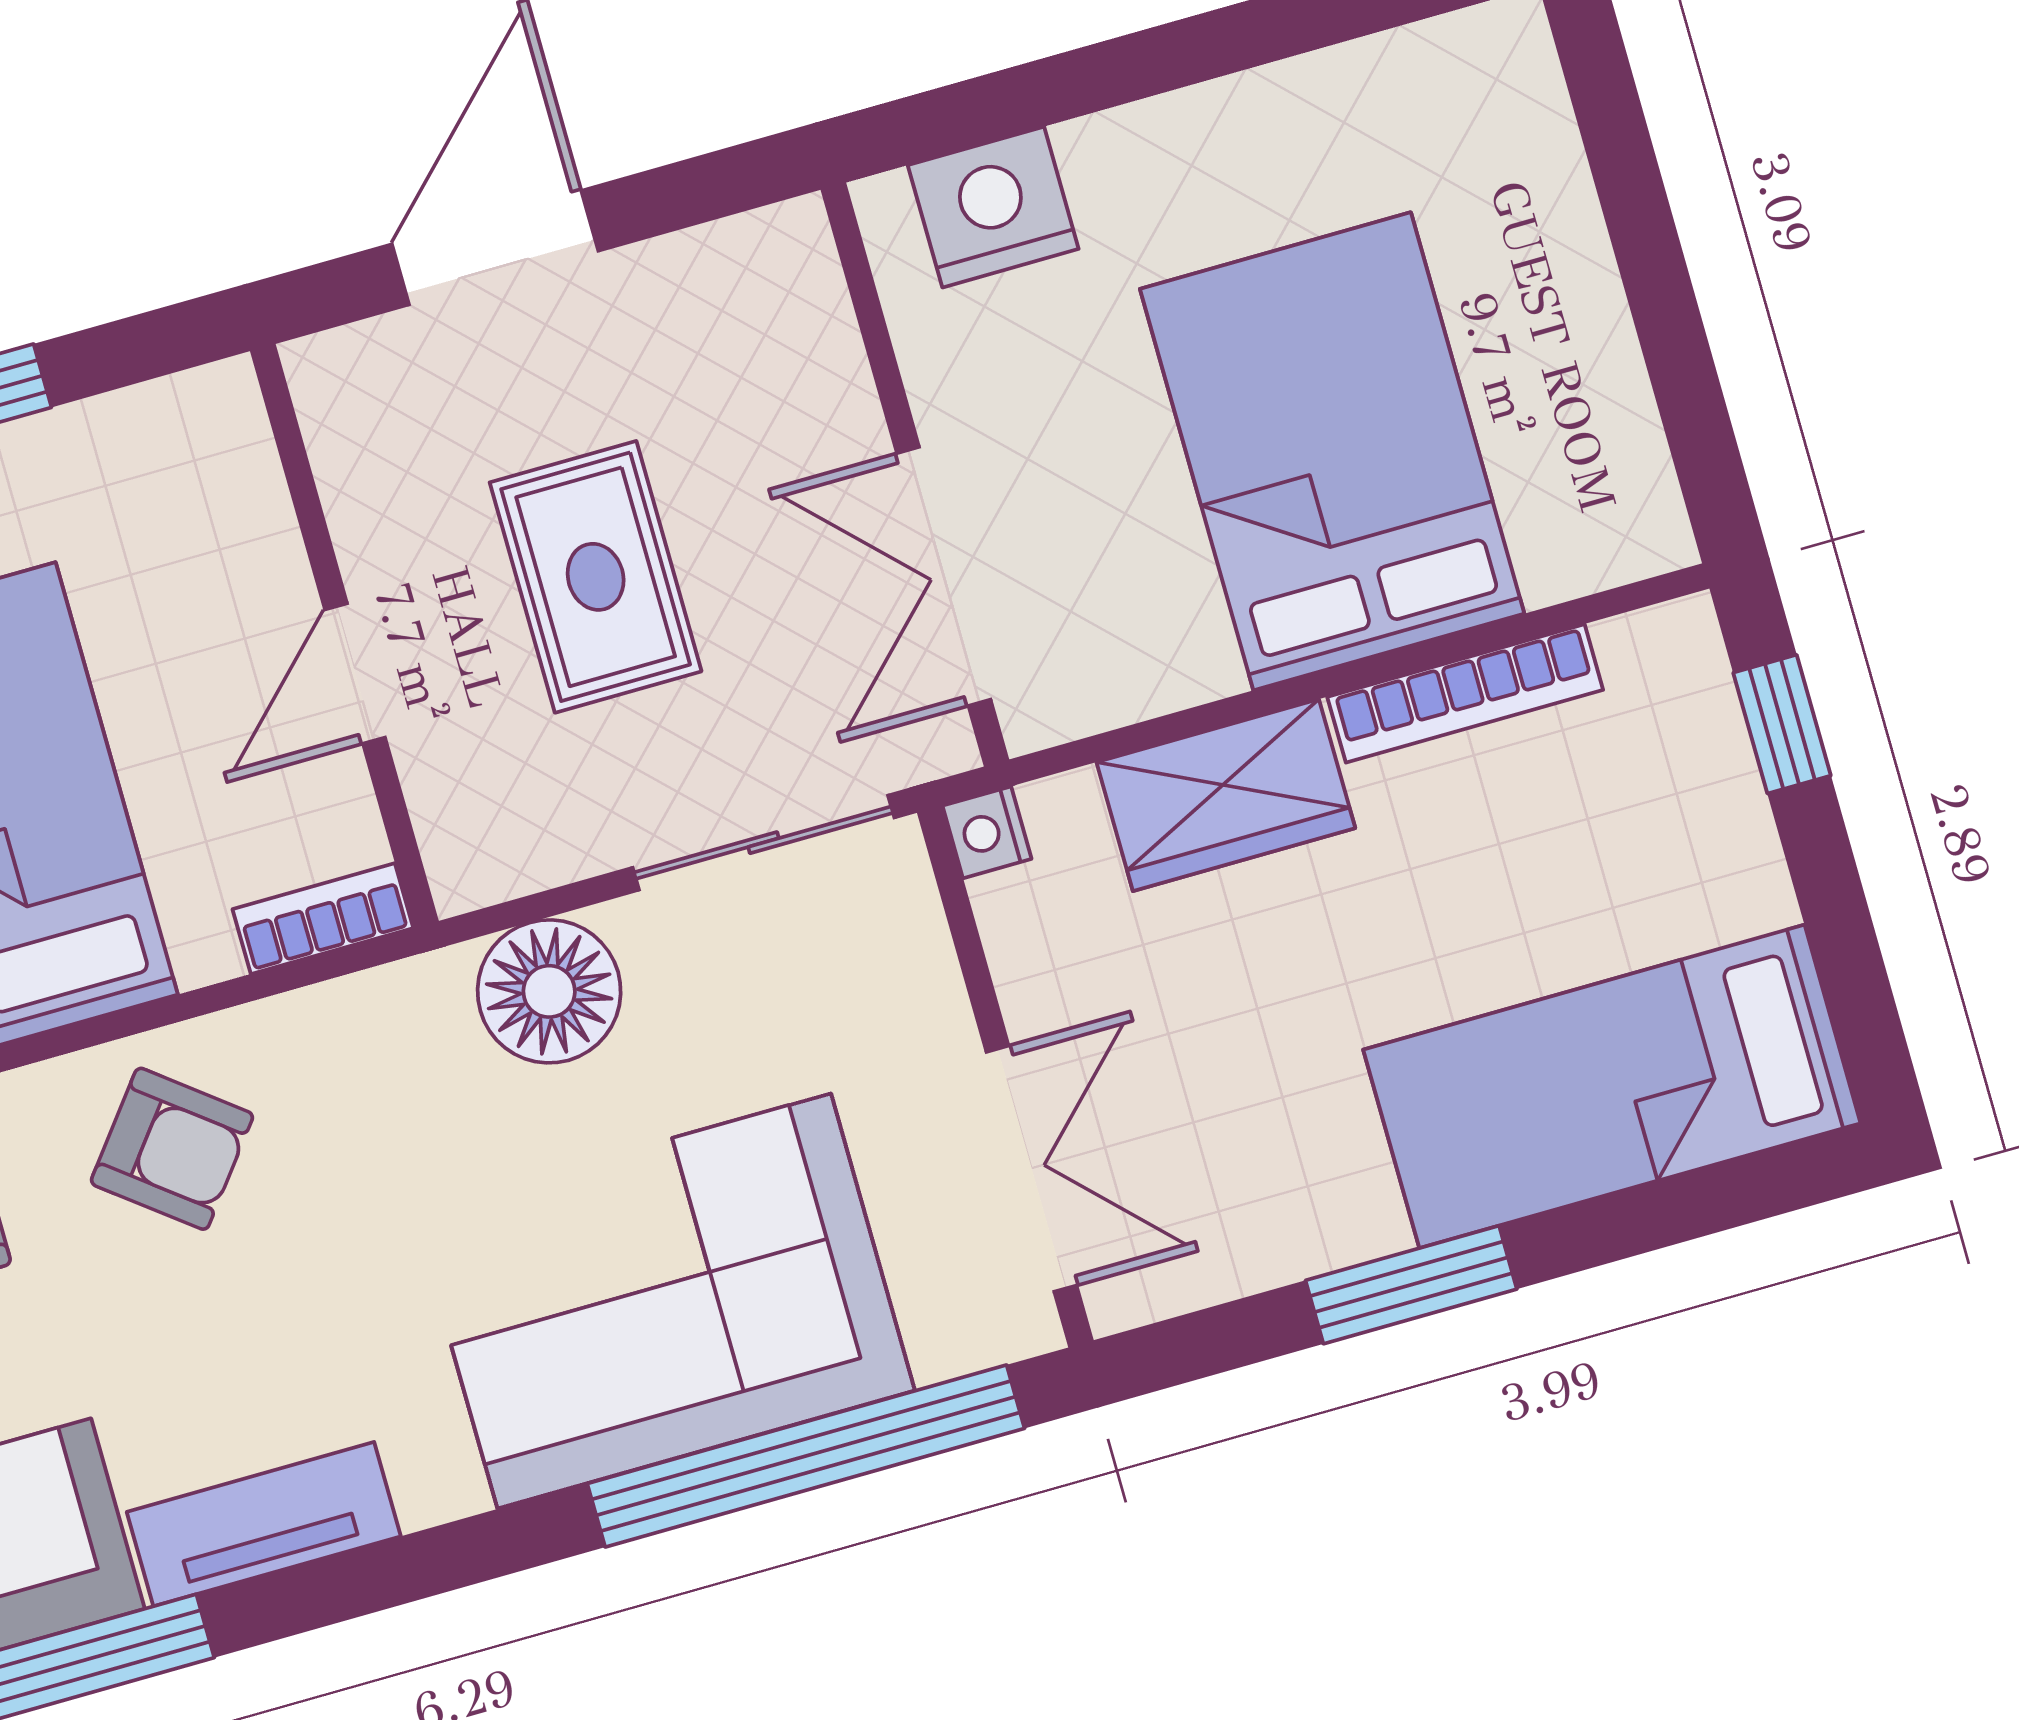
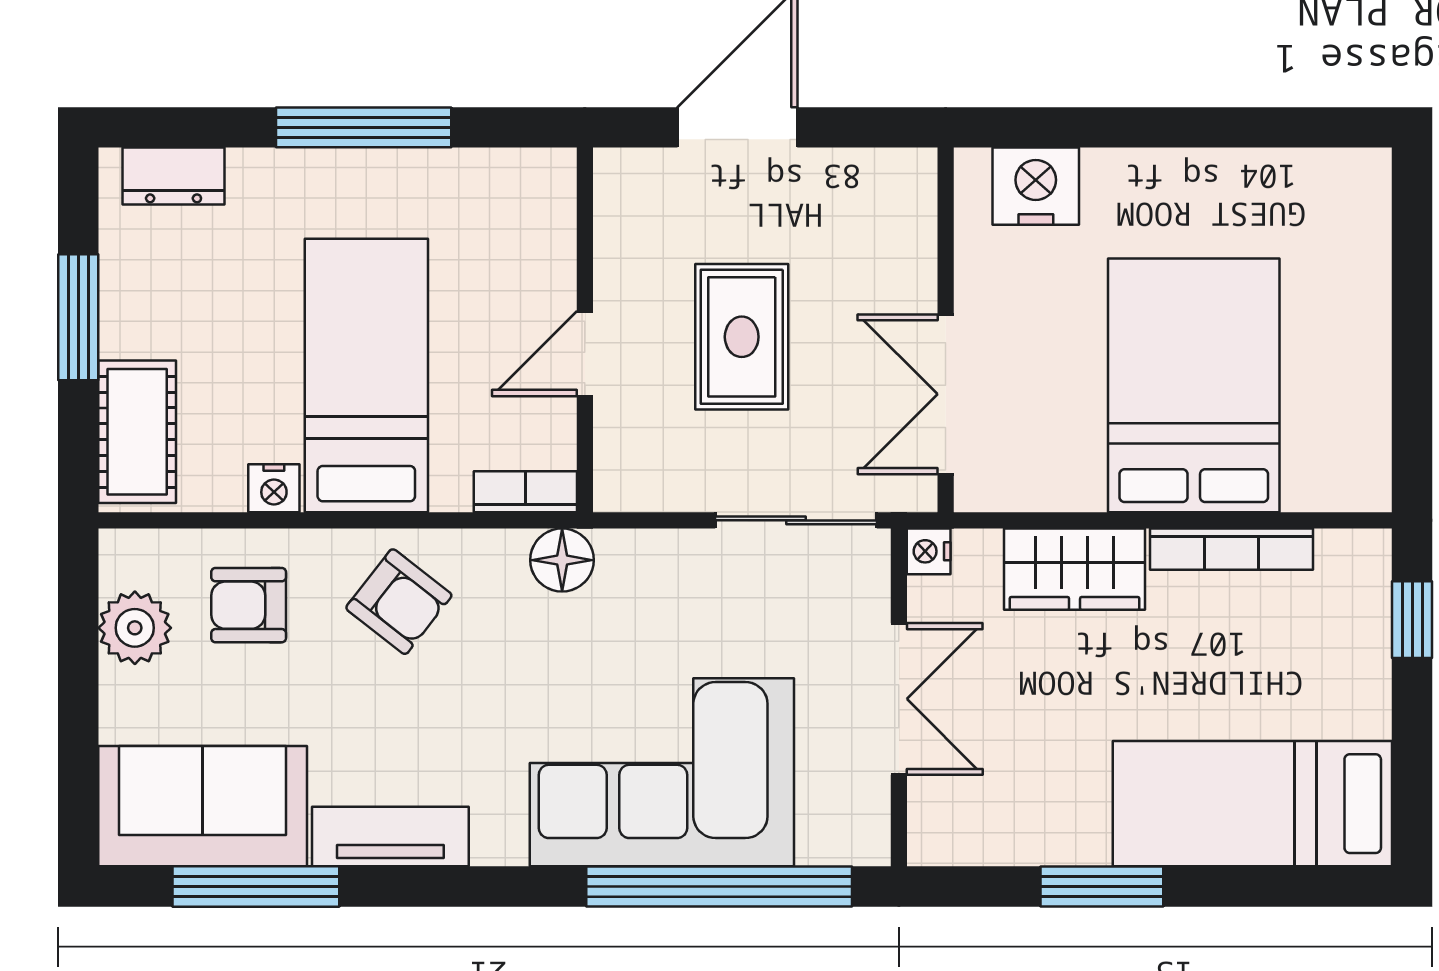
floor lamp: (549, 991) -> (562, 560), moved, width x0.73, depth x0.73
double door: (1031, 1169) -> (899, 699), moved

